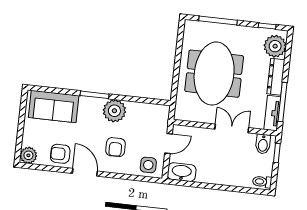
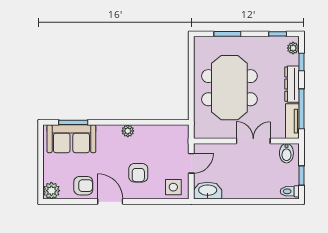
window: (218, 21) -> (227, 34), width x0.69
plant: (275, 46) -> (293, 48), width x0.53, depth x0.53
window: (288, 56) -> (301, 62), added
window: (94, 95) -> (73, 122), moved
plant: (114, 111) -> (128, 131), width x0.53, depth x0.53
window: (277, 153) -> (301, 176), moved
armchair: (60, 154) -> (83, 186), turned 180

